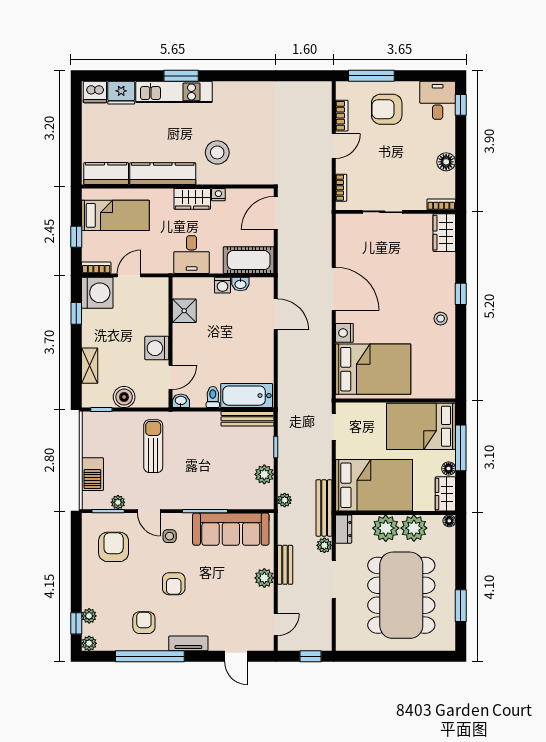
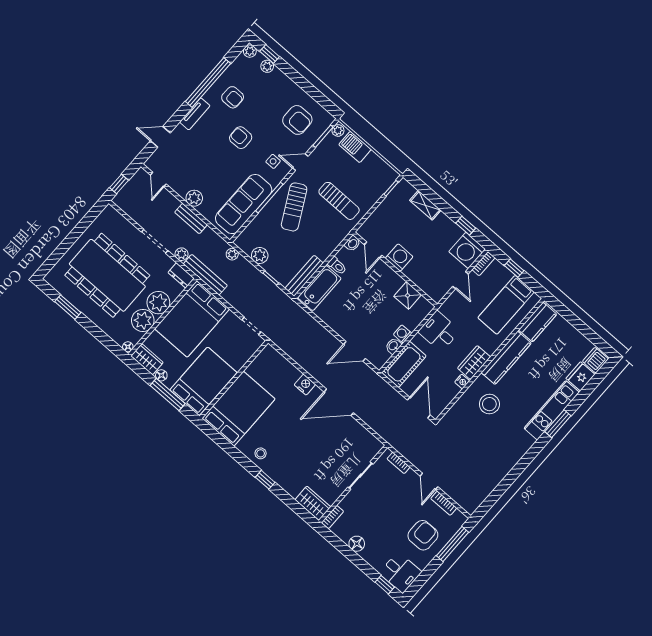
bed: (373, 369) -> (239, 409), moved, turned 180
boiler: (124, 397) -> (386, 210), removed
sun lounger: (194, 482) -> (294, 207), added
plant: (118, 502) -> (338, 130), moved

